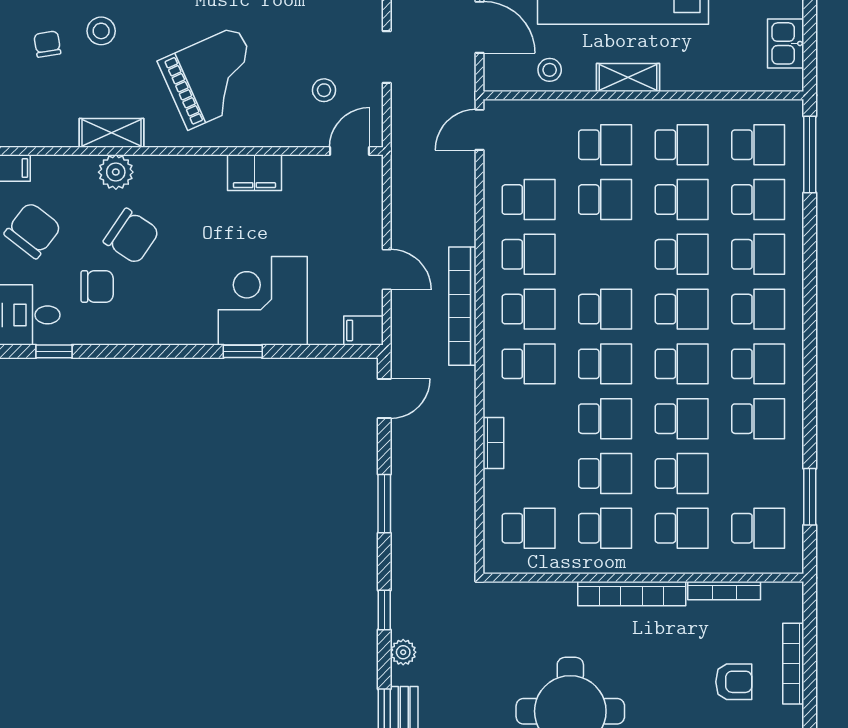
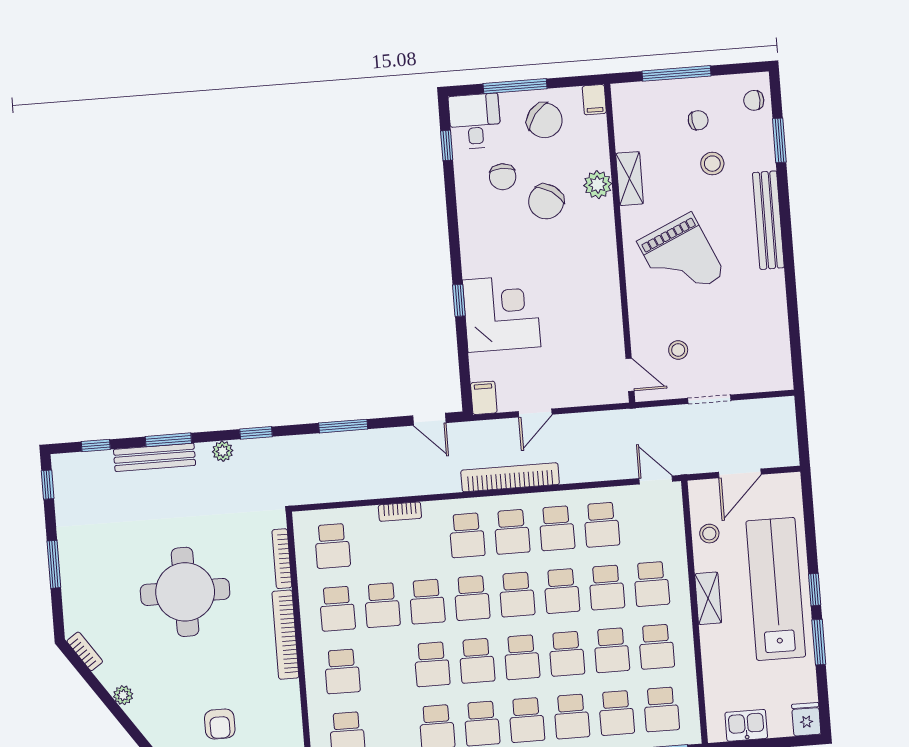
filing cabinet: (254, 173) -> (606, 298), removed
school desk: (682, 473) -> (562, 591), moved
bookcase: (724, 591) -> (282, 559), moved

